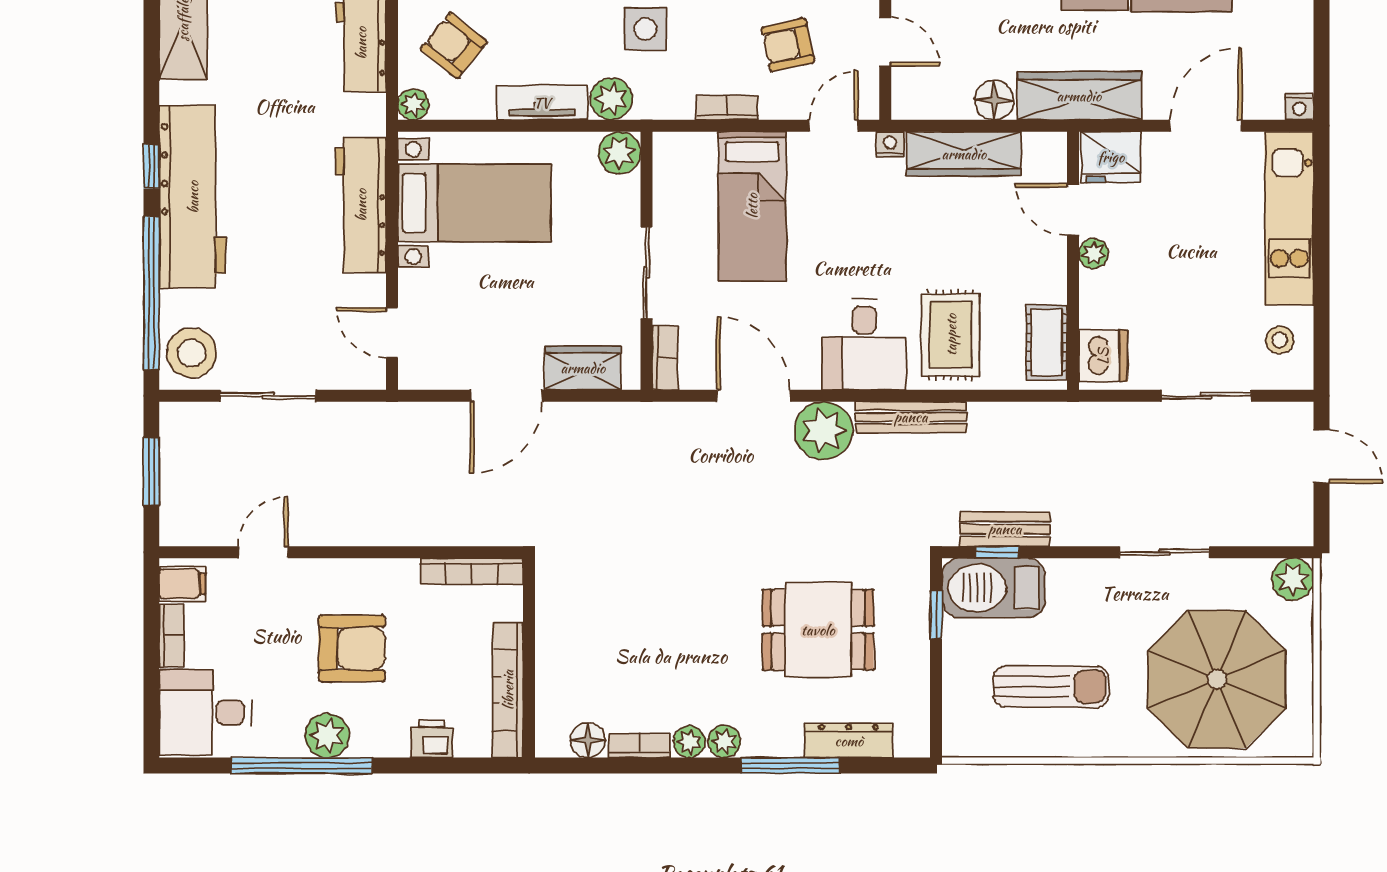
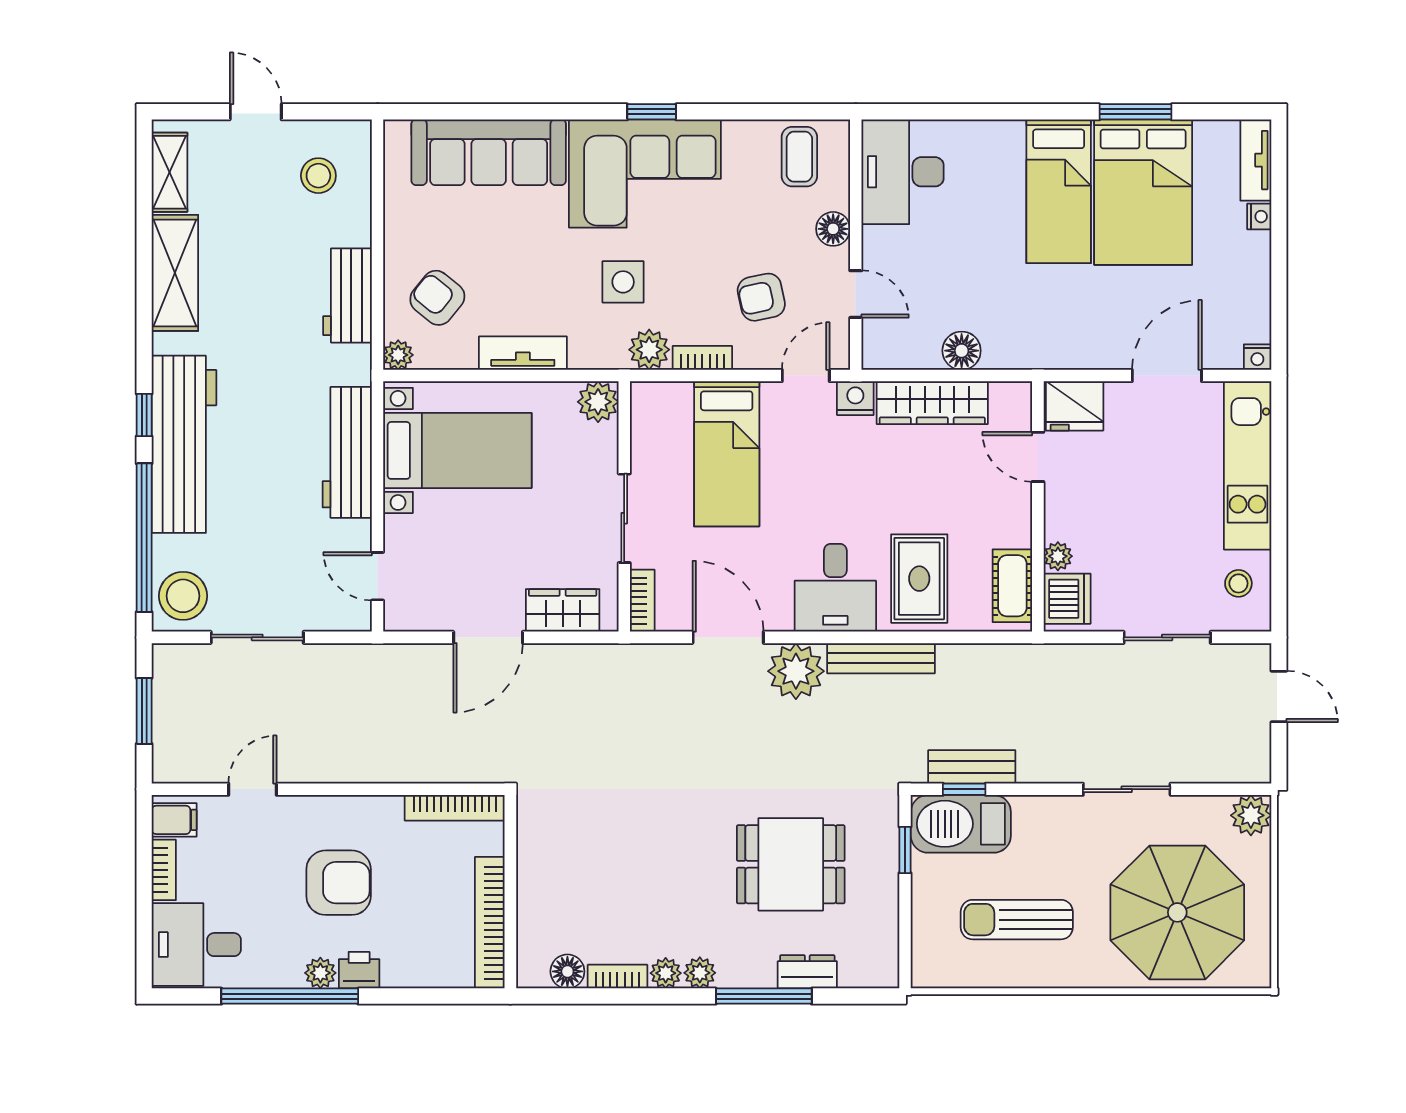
wardrobe: (1079, 96) -> (1044, 347), removed
plant: (611, 99) -> (649, 350), moved
nightstand: (890, 144) -> (855, 398), width x1.39, depth x1.35
plant: (1094, 253) -> (1058, 556), moved
sun lounger: (1051, 687) -> (1017, 920), turned 180
plant: (327, 736) -> (320, 973), width x0.73, depth x0.73
printer: (432, 739) -> (359, 970), moved
dresser: (849, 741) -> (807, 972), width x0.70

